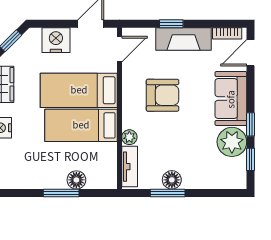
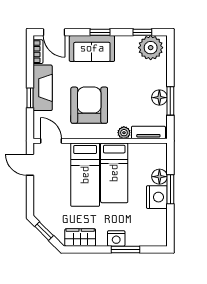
nightstand: (56, 40) -> (157, 197), moved, turned 180
armchair: (163, 95) -> (89, 105), width x1.36, depth x1.36
window: (250, 124) -> (100, 32), moved
plant: (232, 142) -> (151, 48), moved

